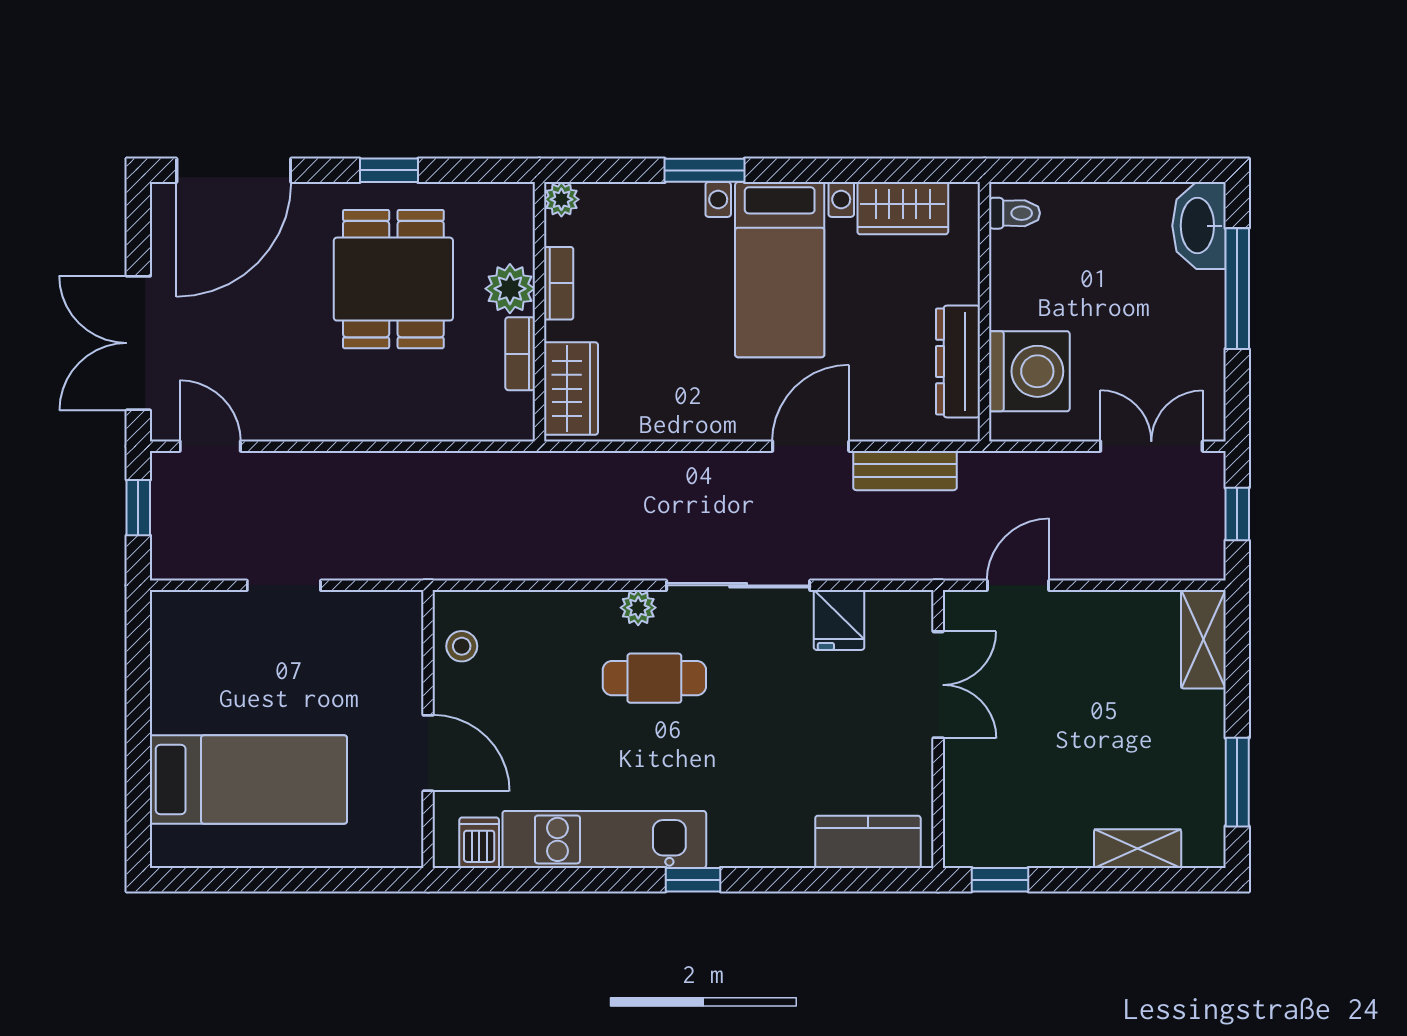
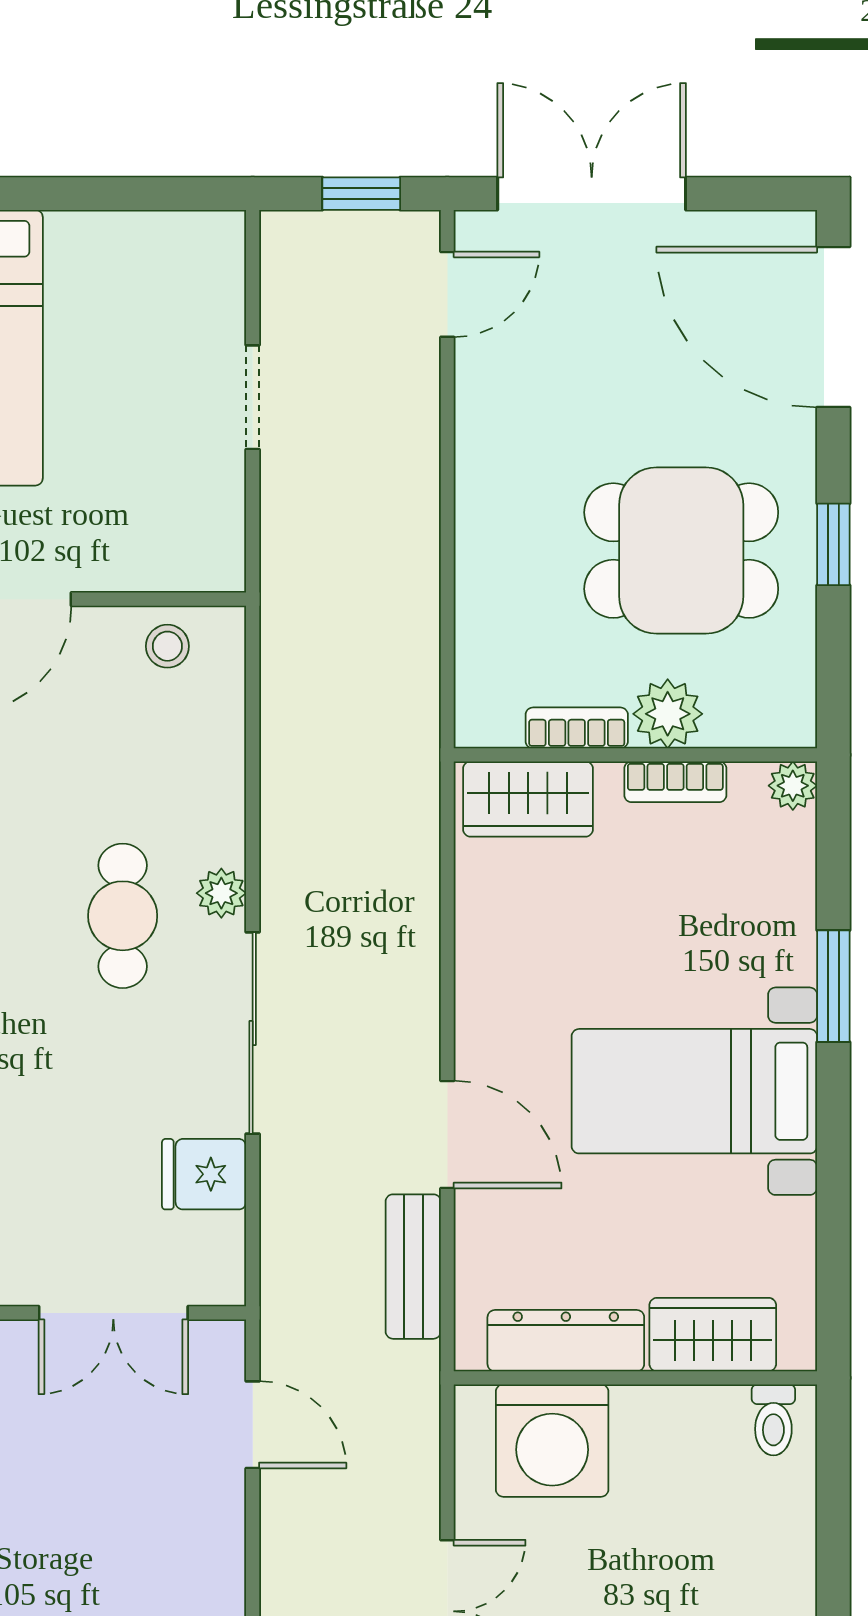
wardrobe: (903, 208) -> (713, 1335), moved, turned 90

